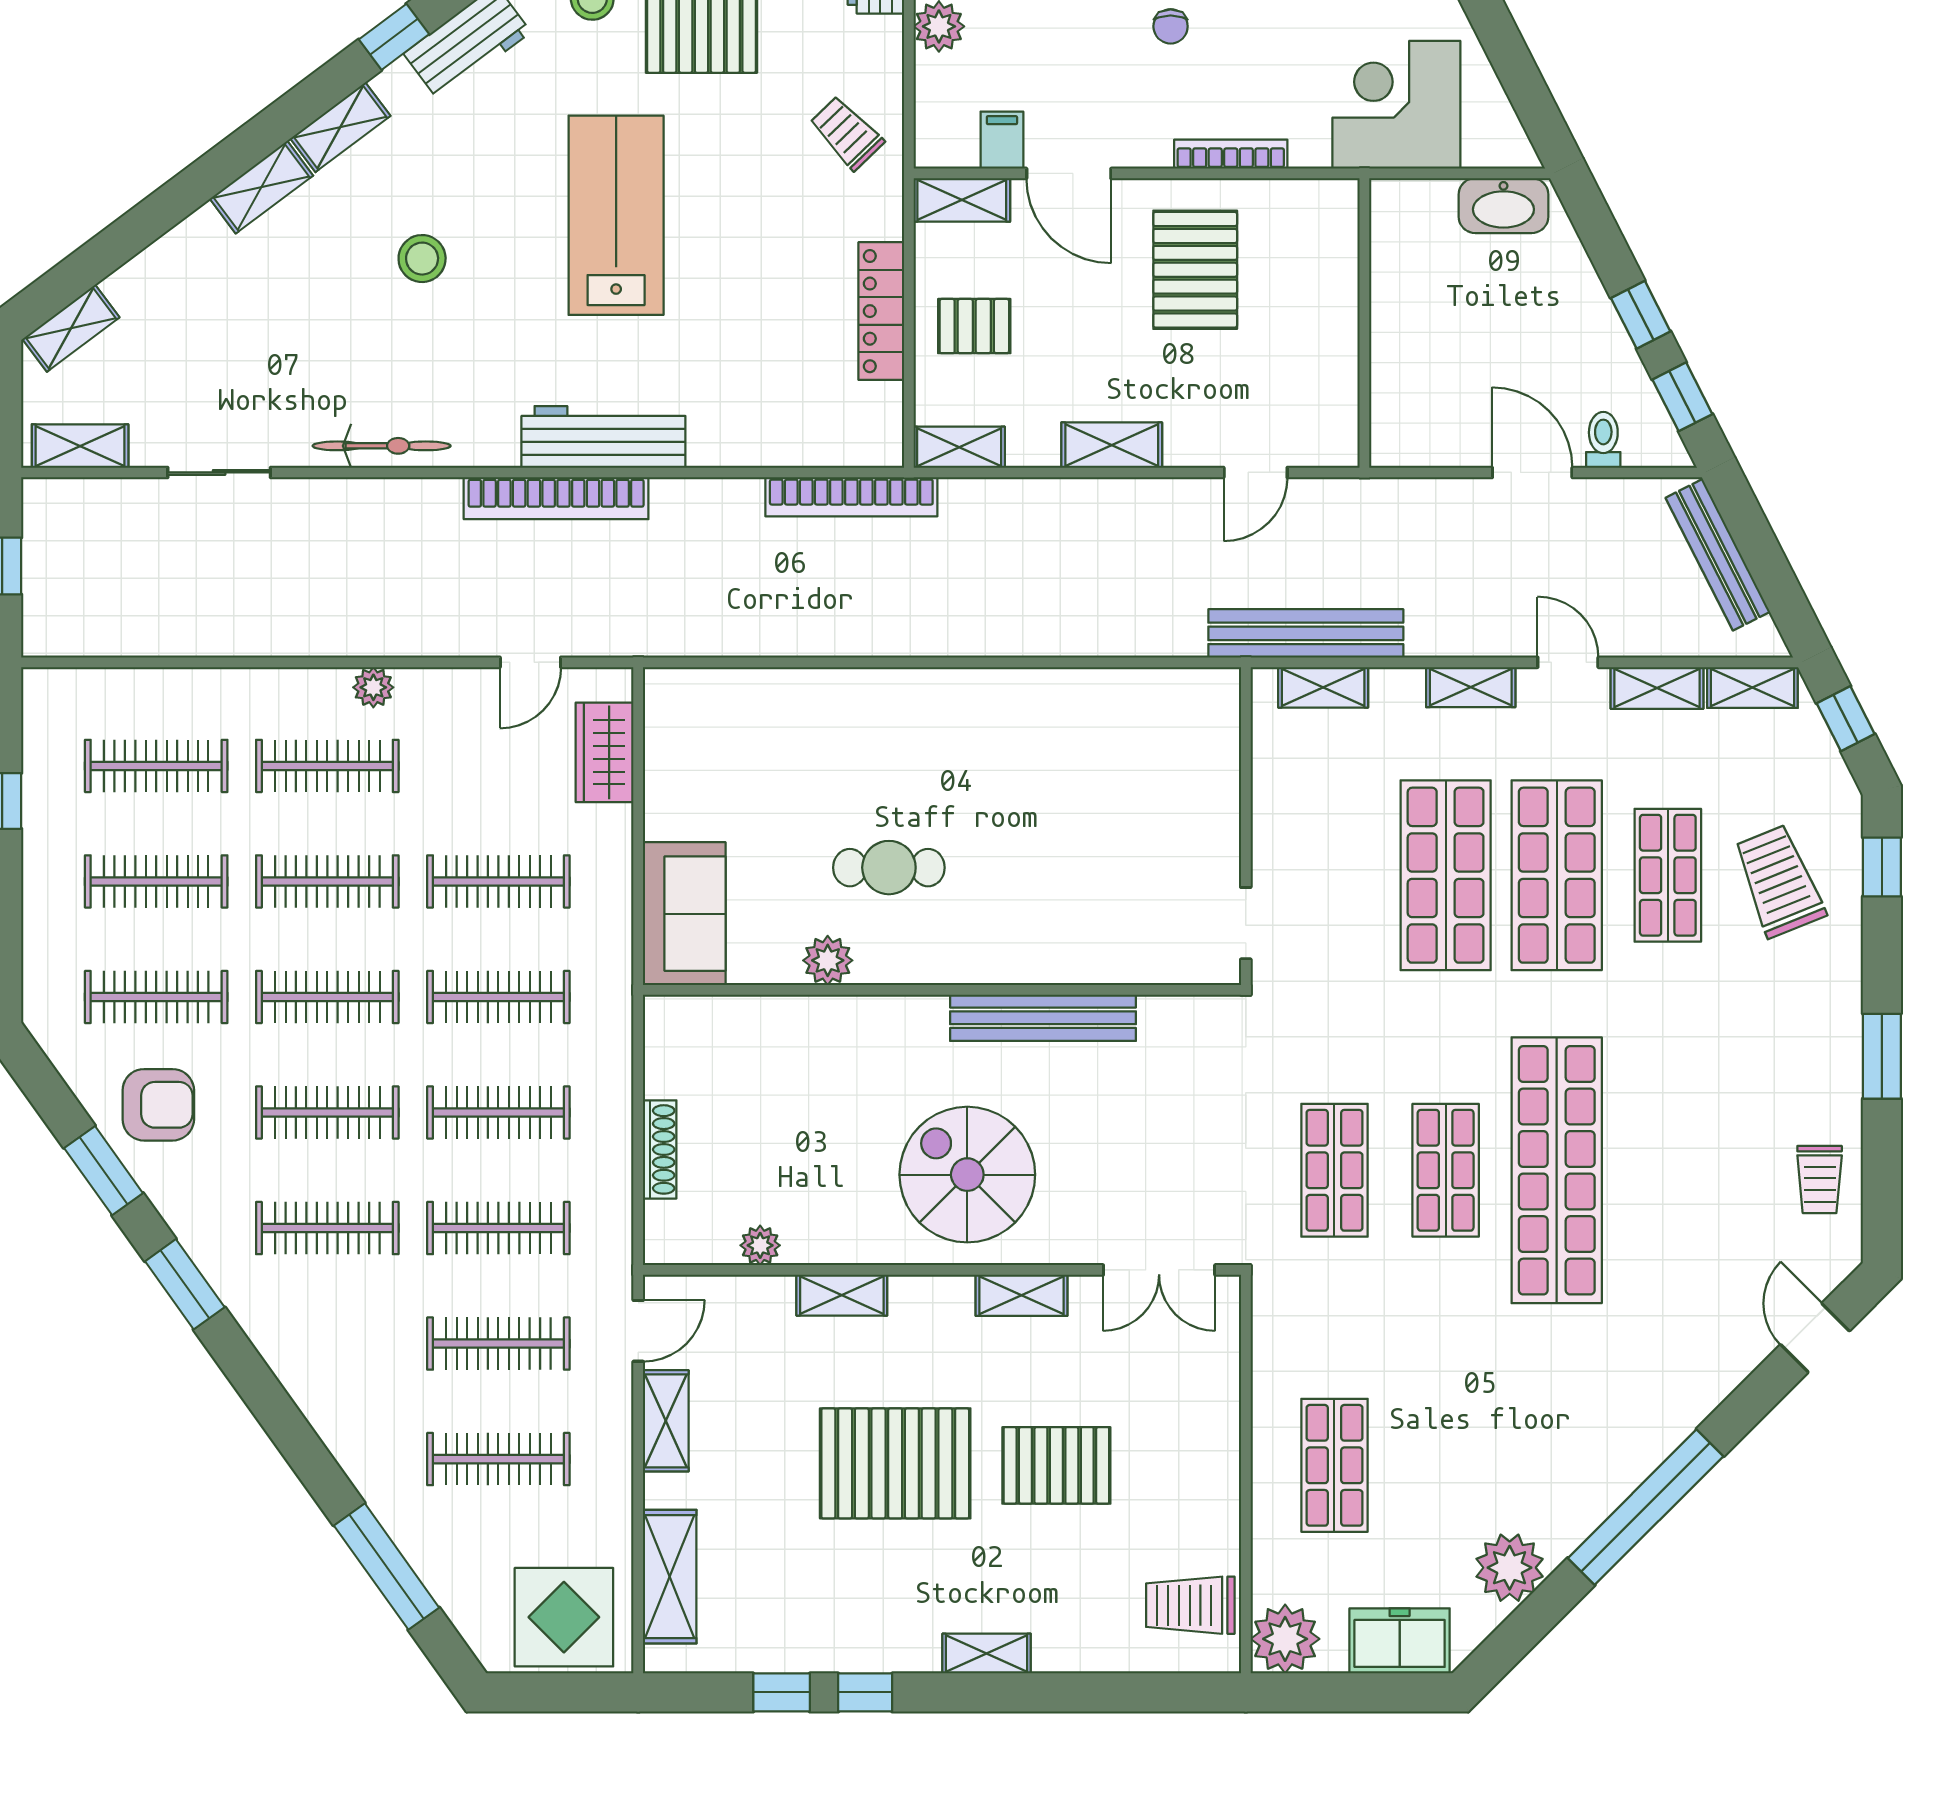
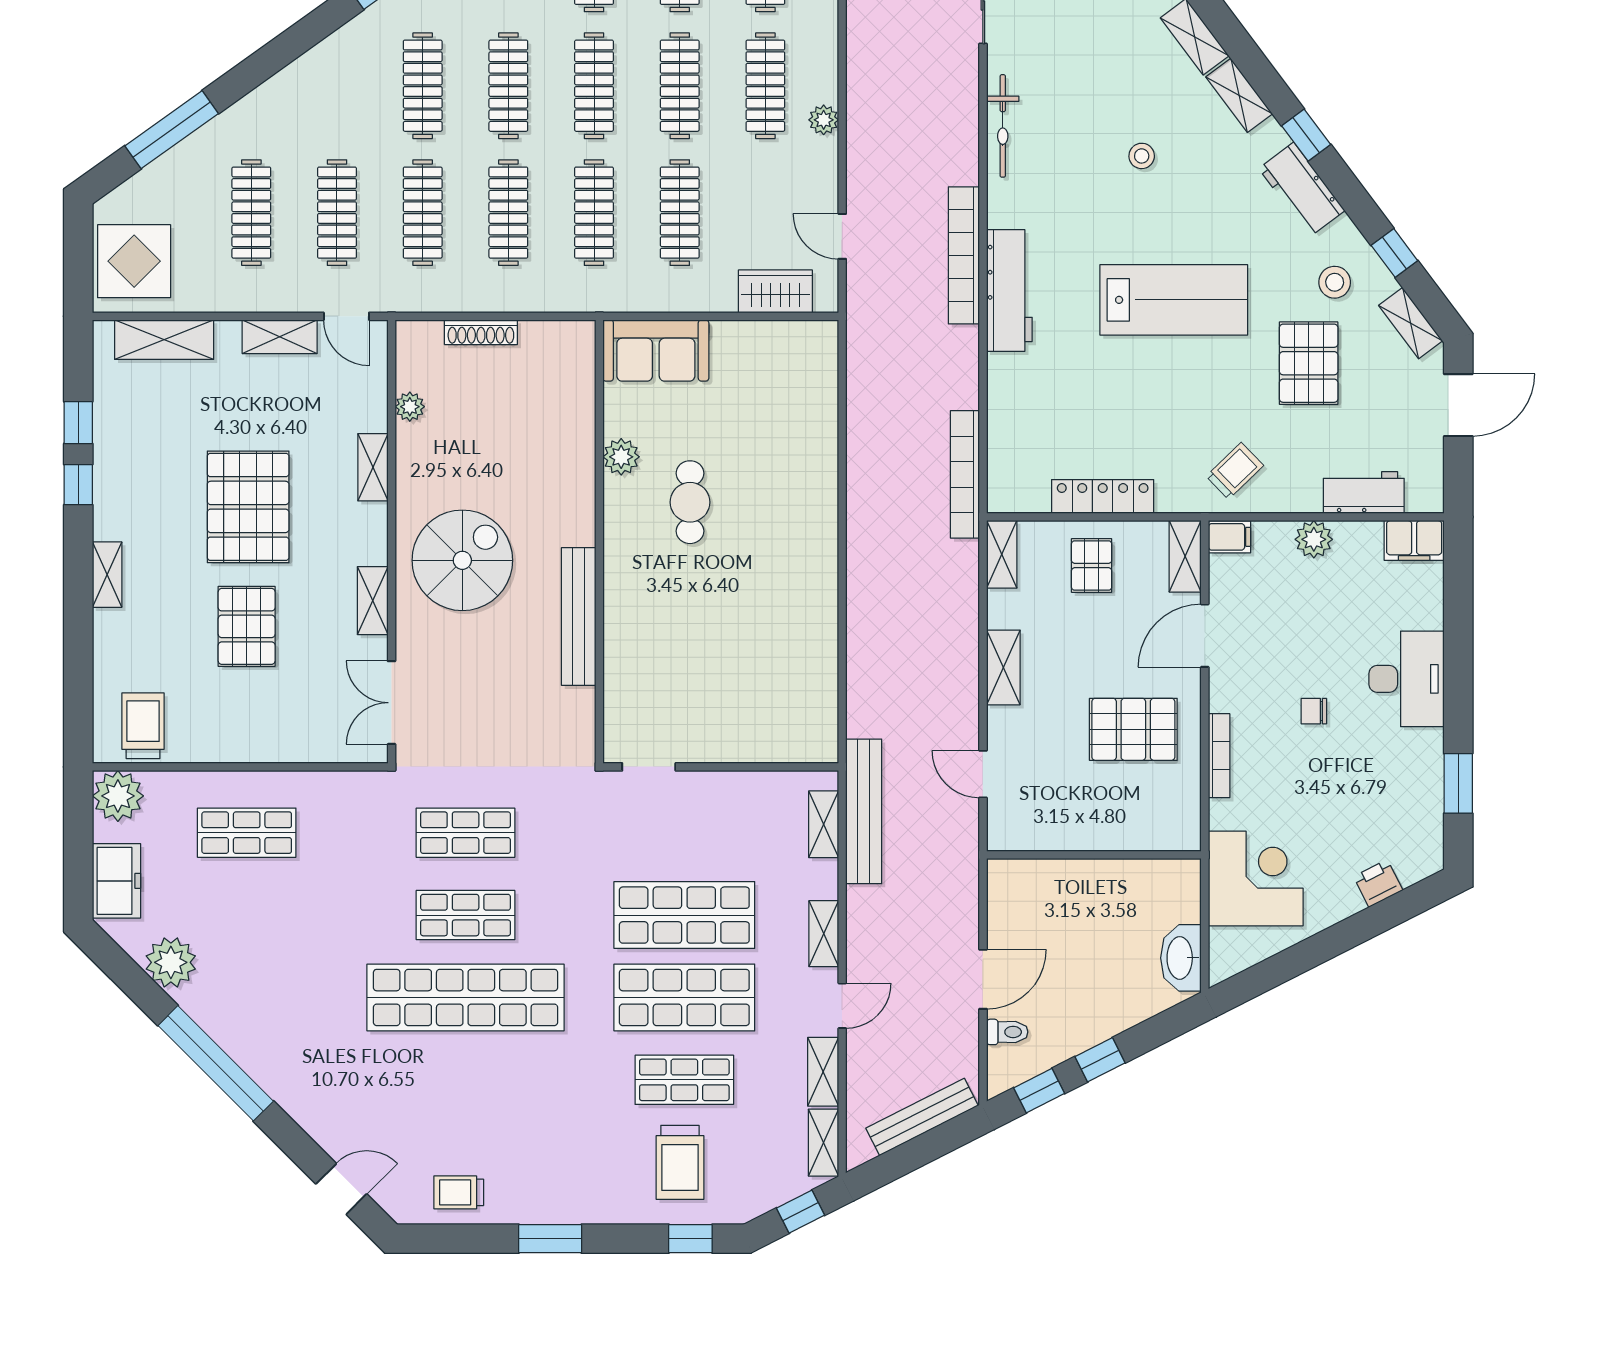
filing cabinet: (1002, 140) -> (1229, 537), moved
stool: (422, 259) -> (1142, 156), width x0.73, depth x0.73
trolley: (1779, 881) -> (680, 1162), turned 112

